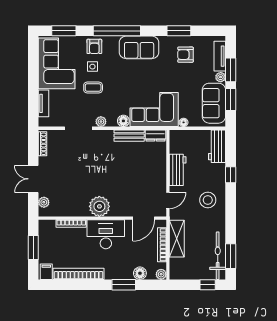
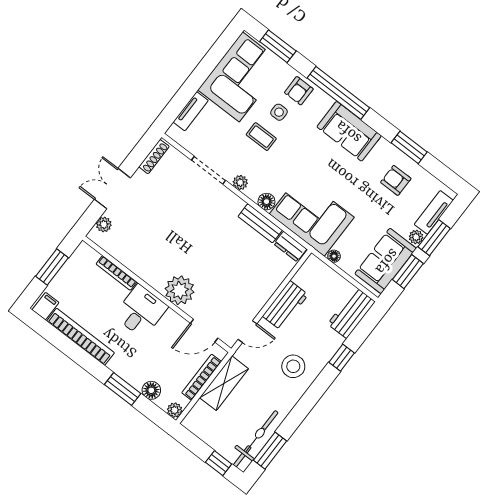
plant: (99, 206) -> (180, 290), moved
desk: (106, 234) -> (141, 311), width x0.73

